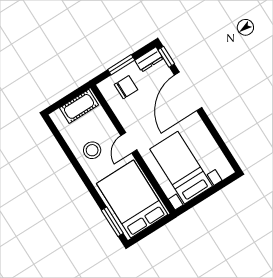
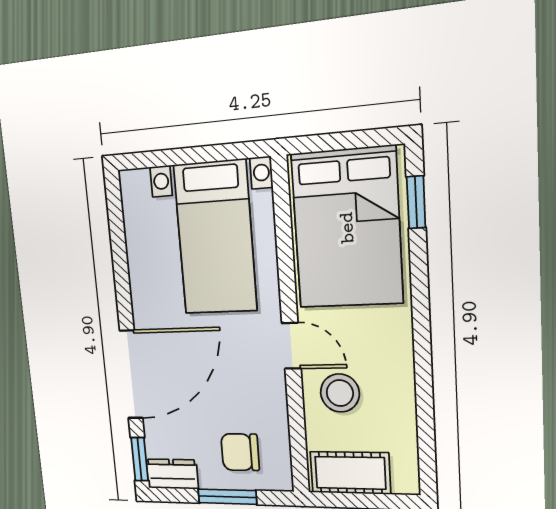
door: (129, 143) -> (291, 346), hinge flipped
stool: (92, 150) -> (340, 393), moved
window: (112, 222) -> (416, 202), width x0.67

